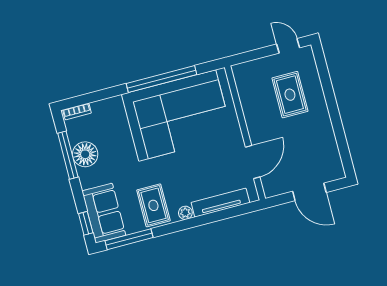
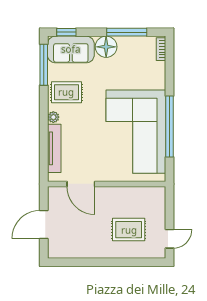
floor lamp: (85, 154) -> (106, 47), moved

